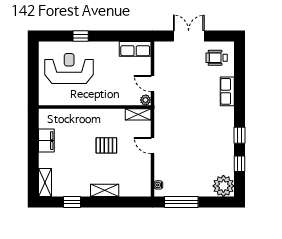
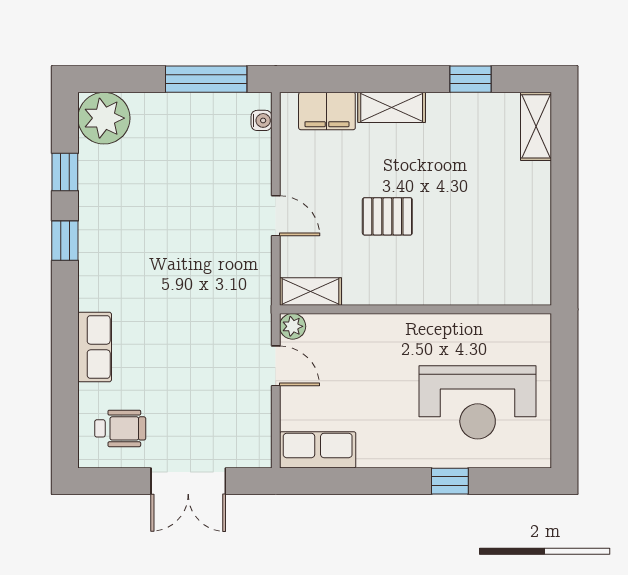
filing cabinet: (46, 141) -> (327, 111), moved, turned -90

